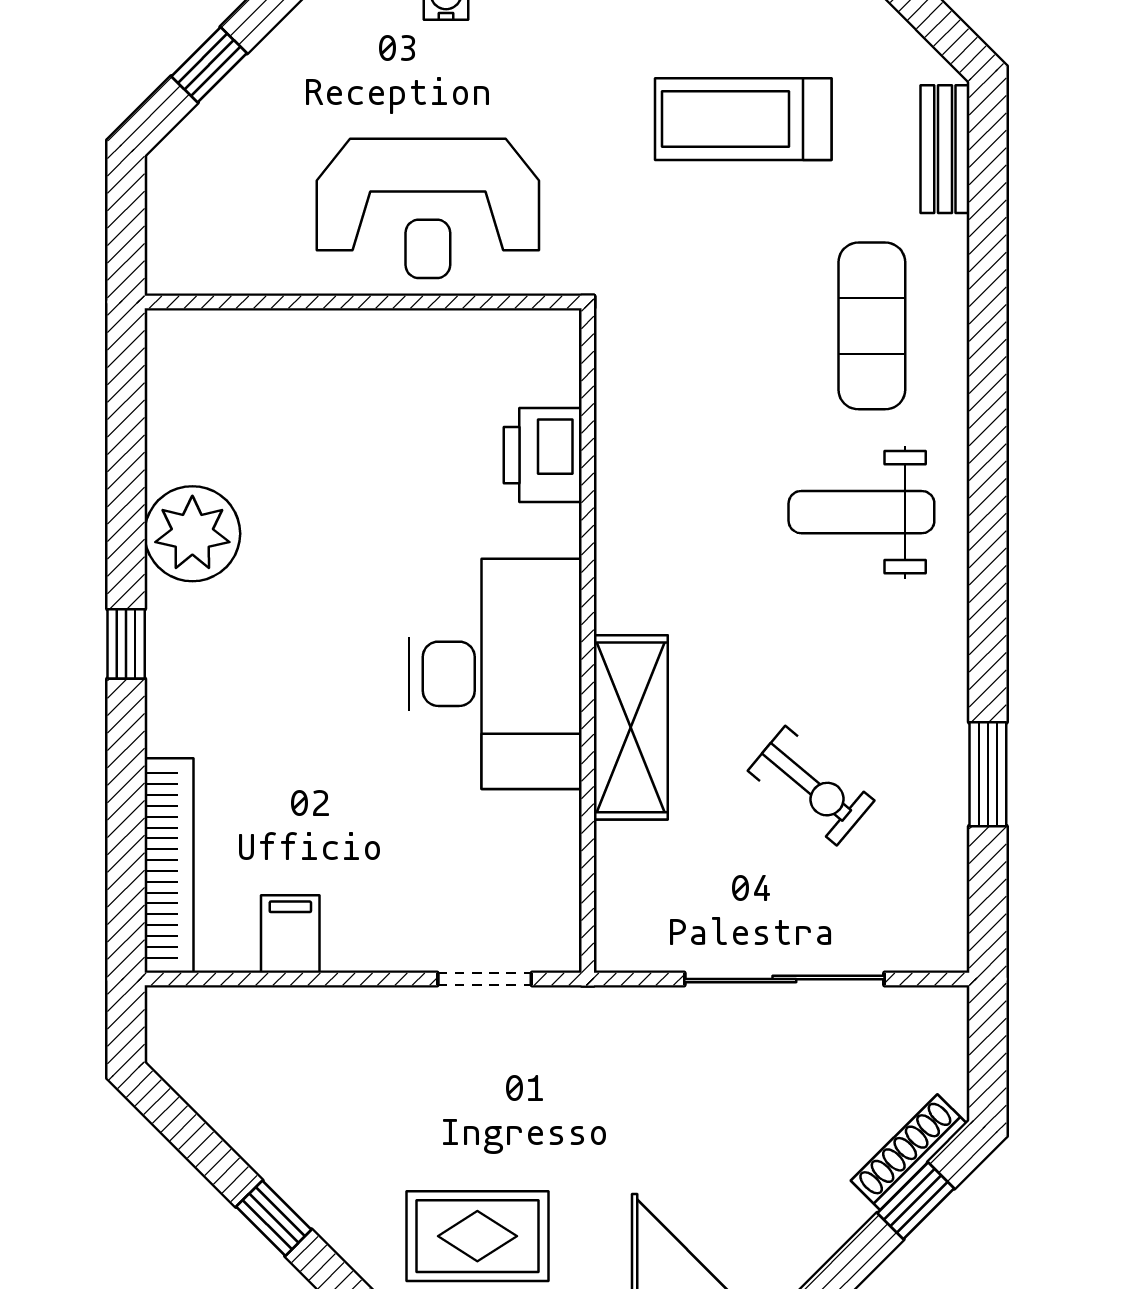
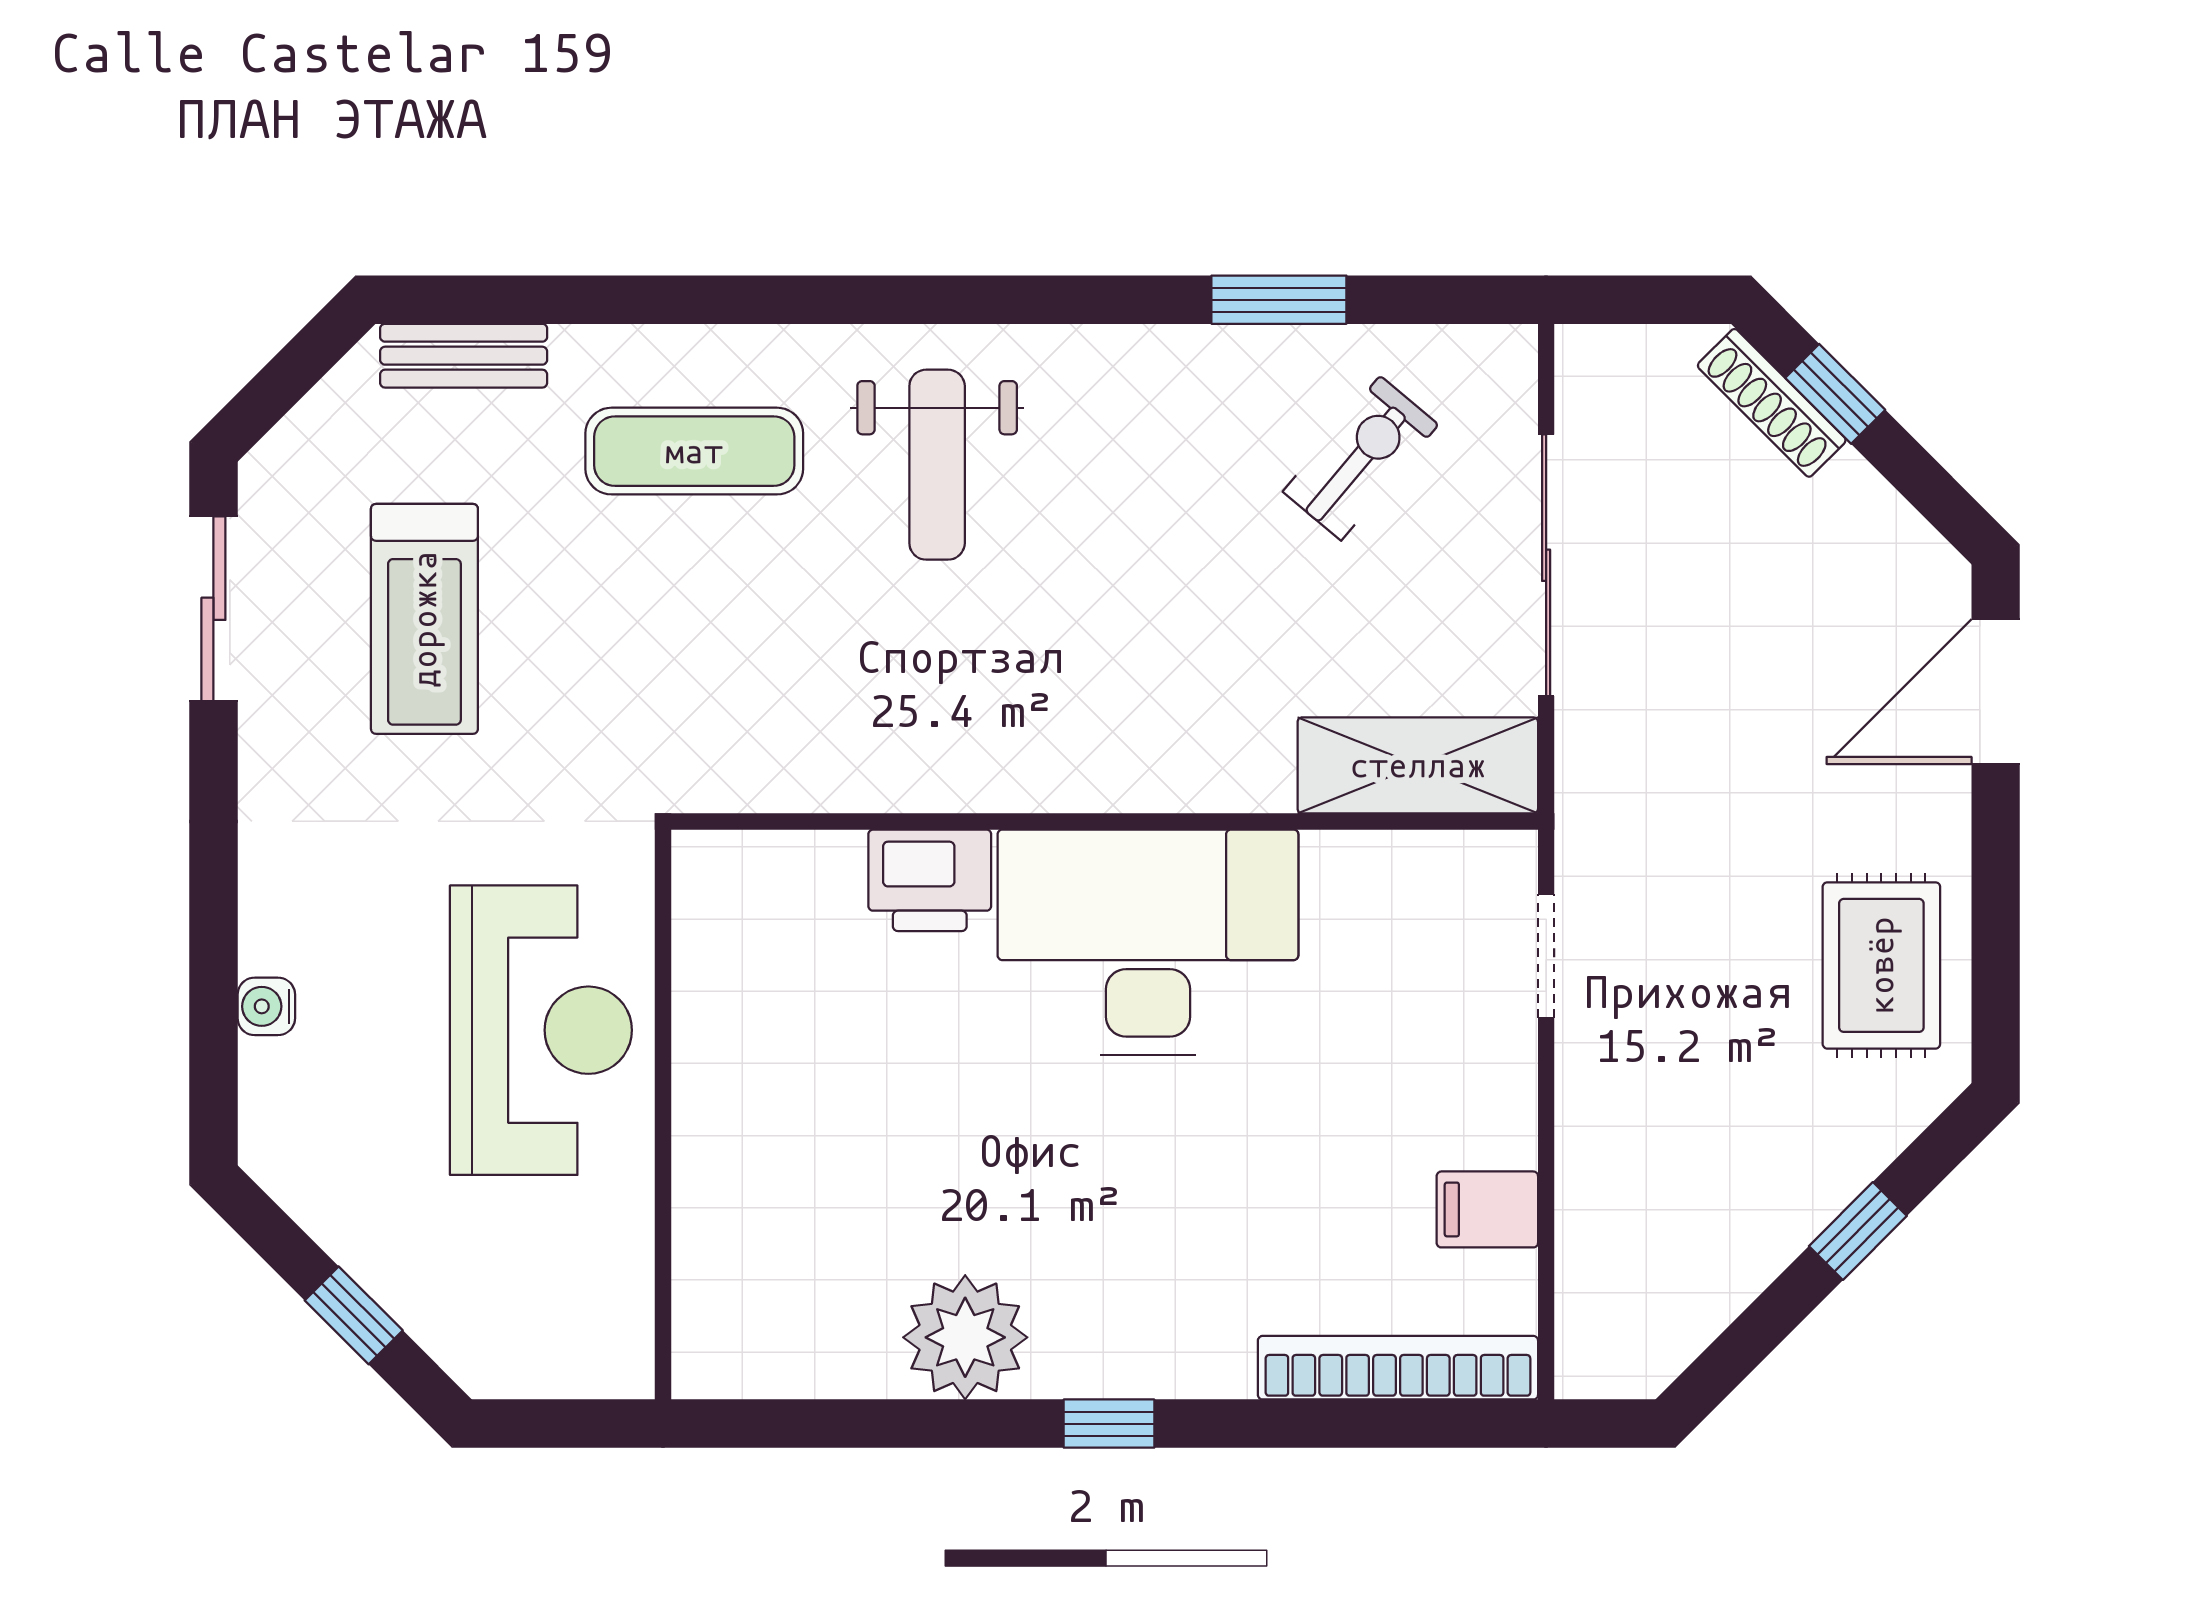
printer: (543, 455) -> (930, 880), moved
shelving: (631, 727) -> (1418, 765), moved
exercise bike: (811, 786) -> (1361, 458), moved

